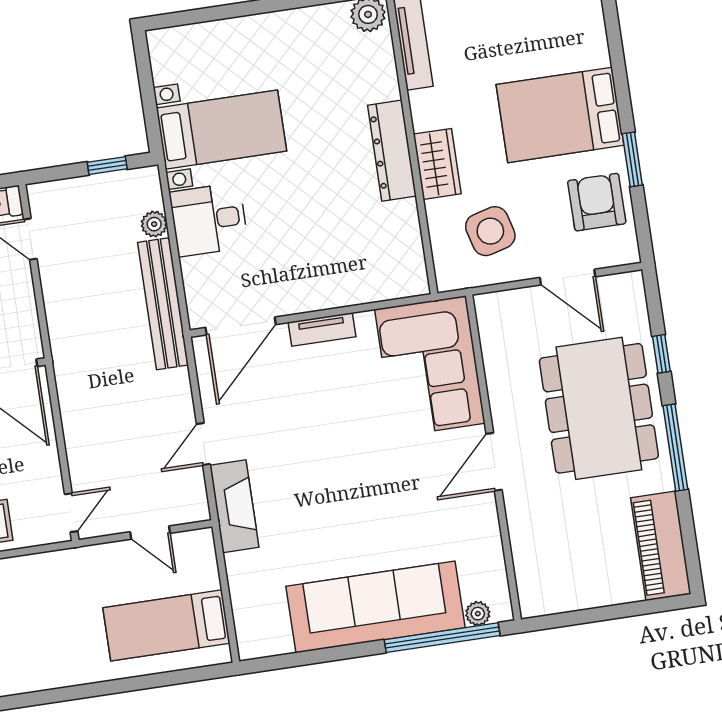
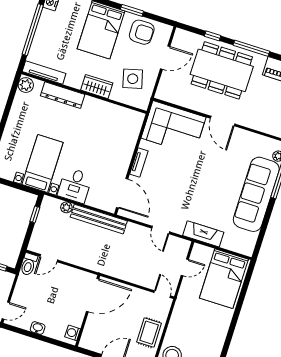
dresser: (392, 151) -> (63, 95), moved
armchair: (597, 202) -> (142, 32), turned 180
fireplace: (234, 506) -> (203, 234), moved
bed: (166, 625) -> (224, 279), width x1.50

